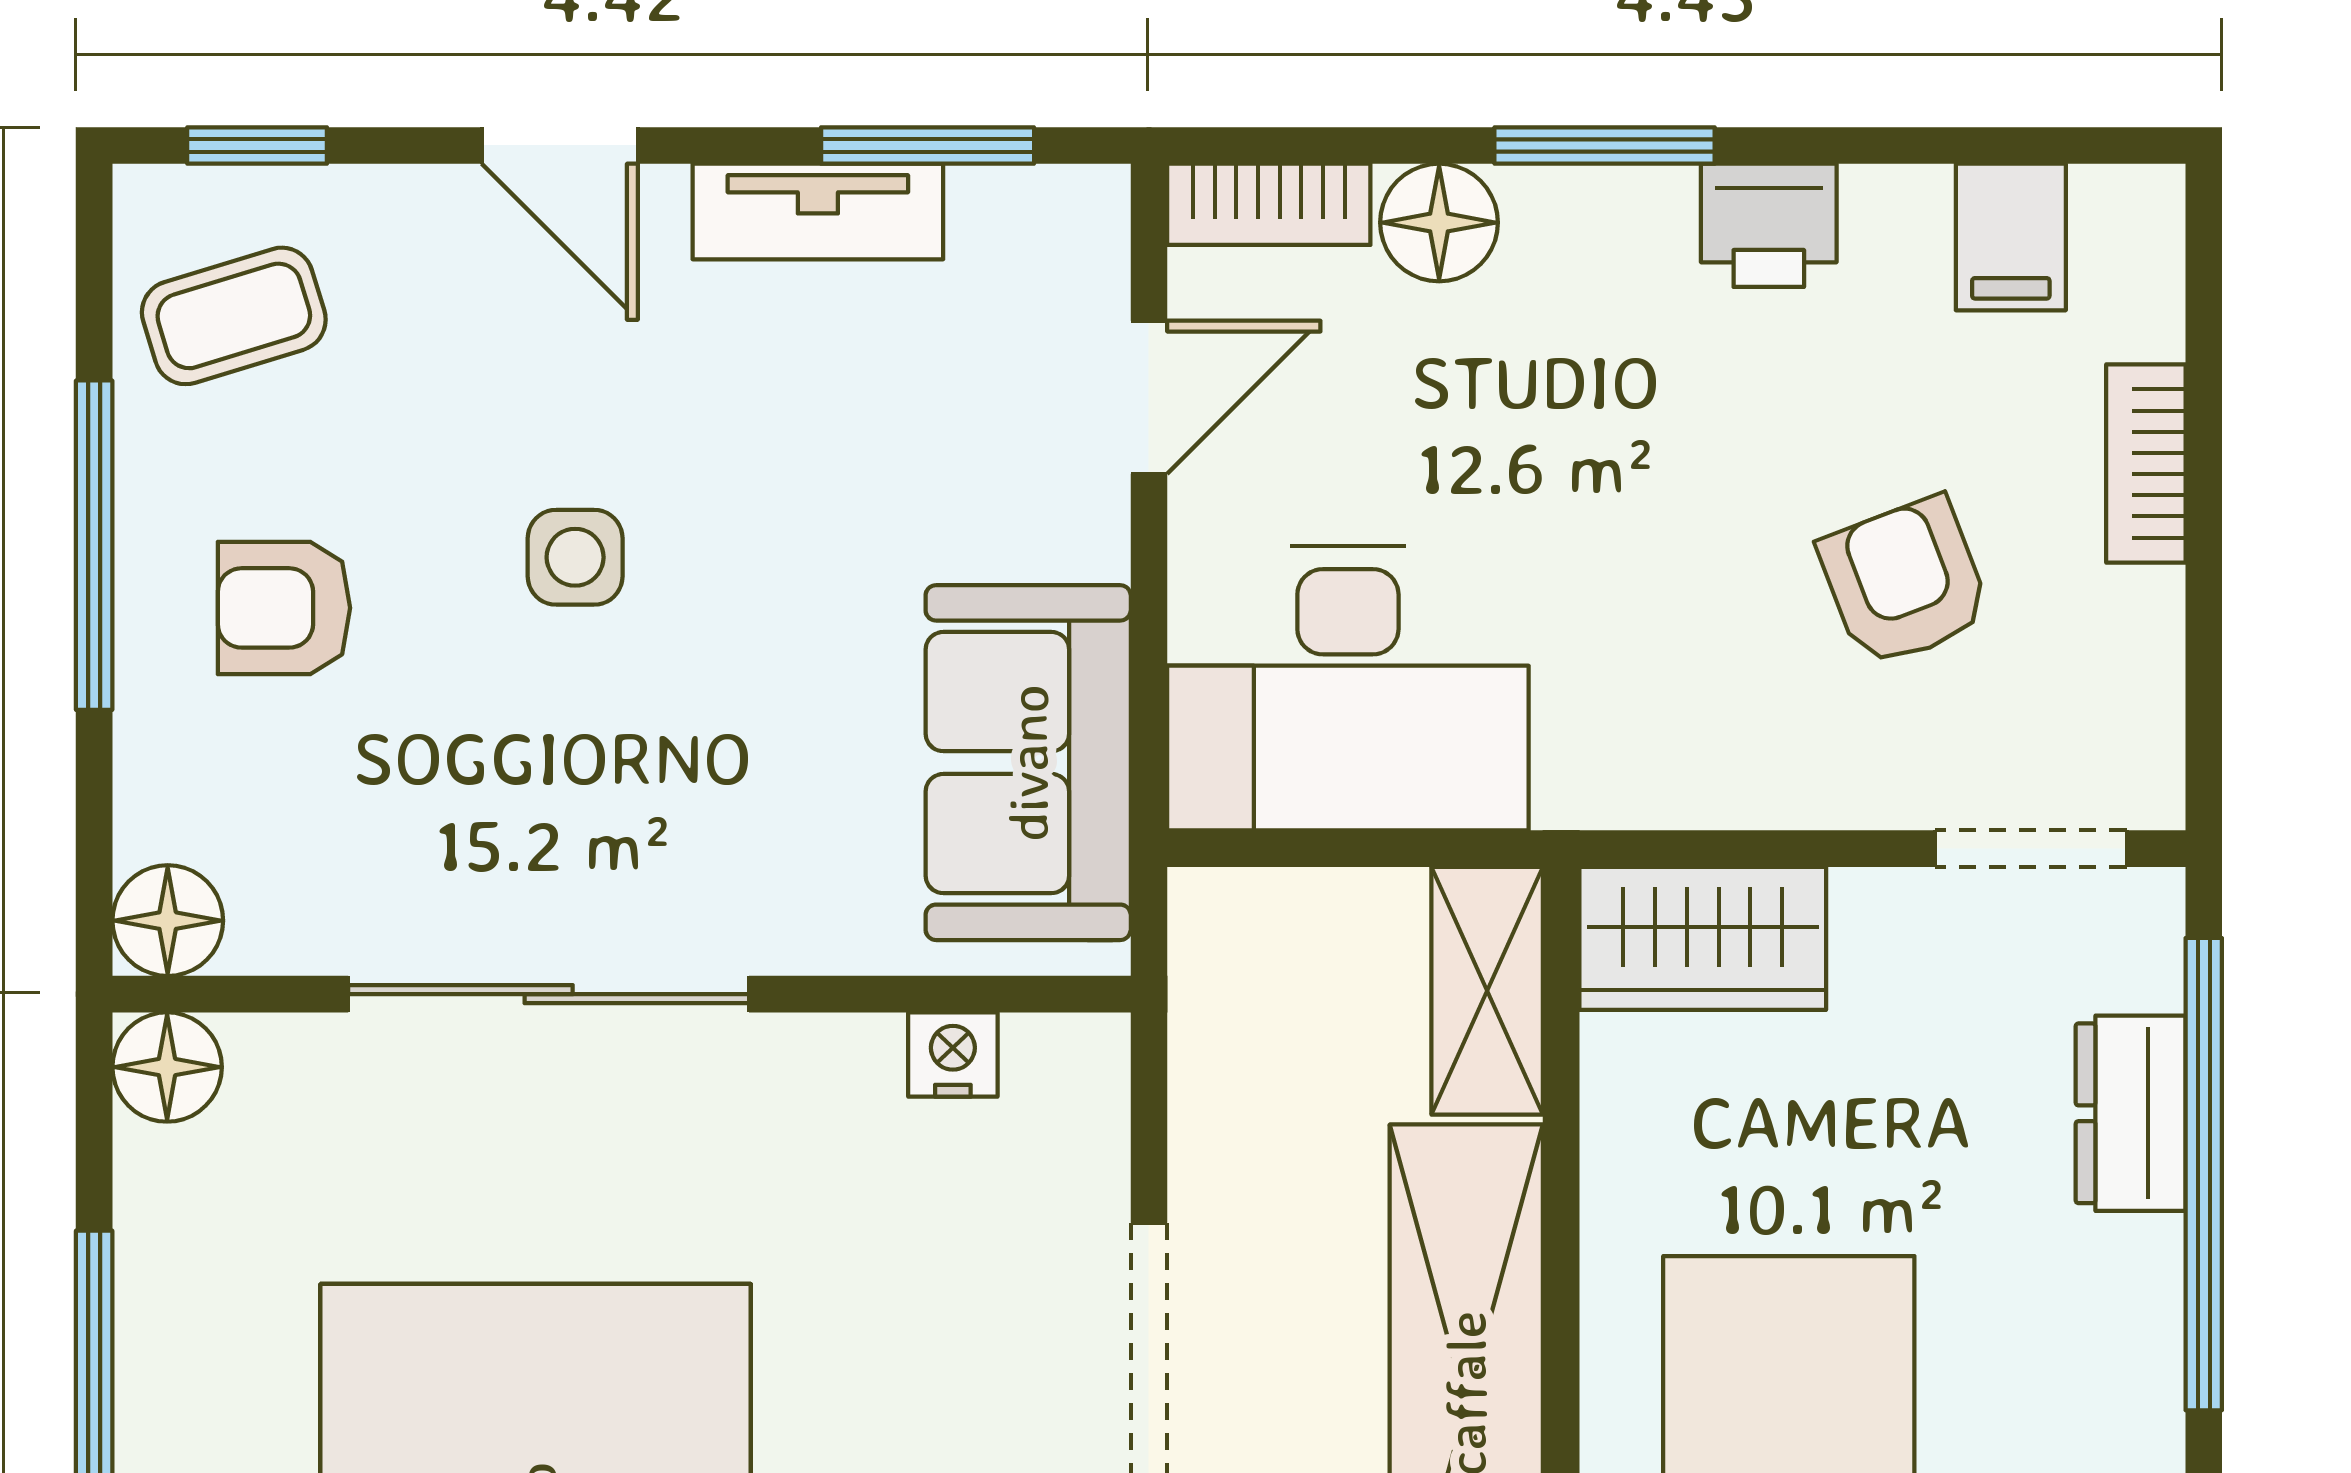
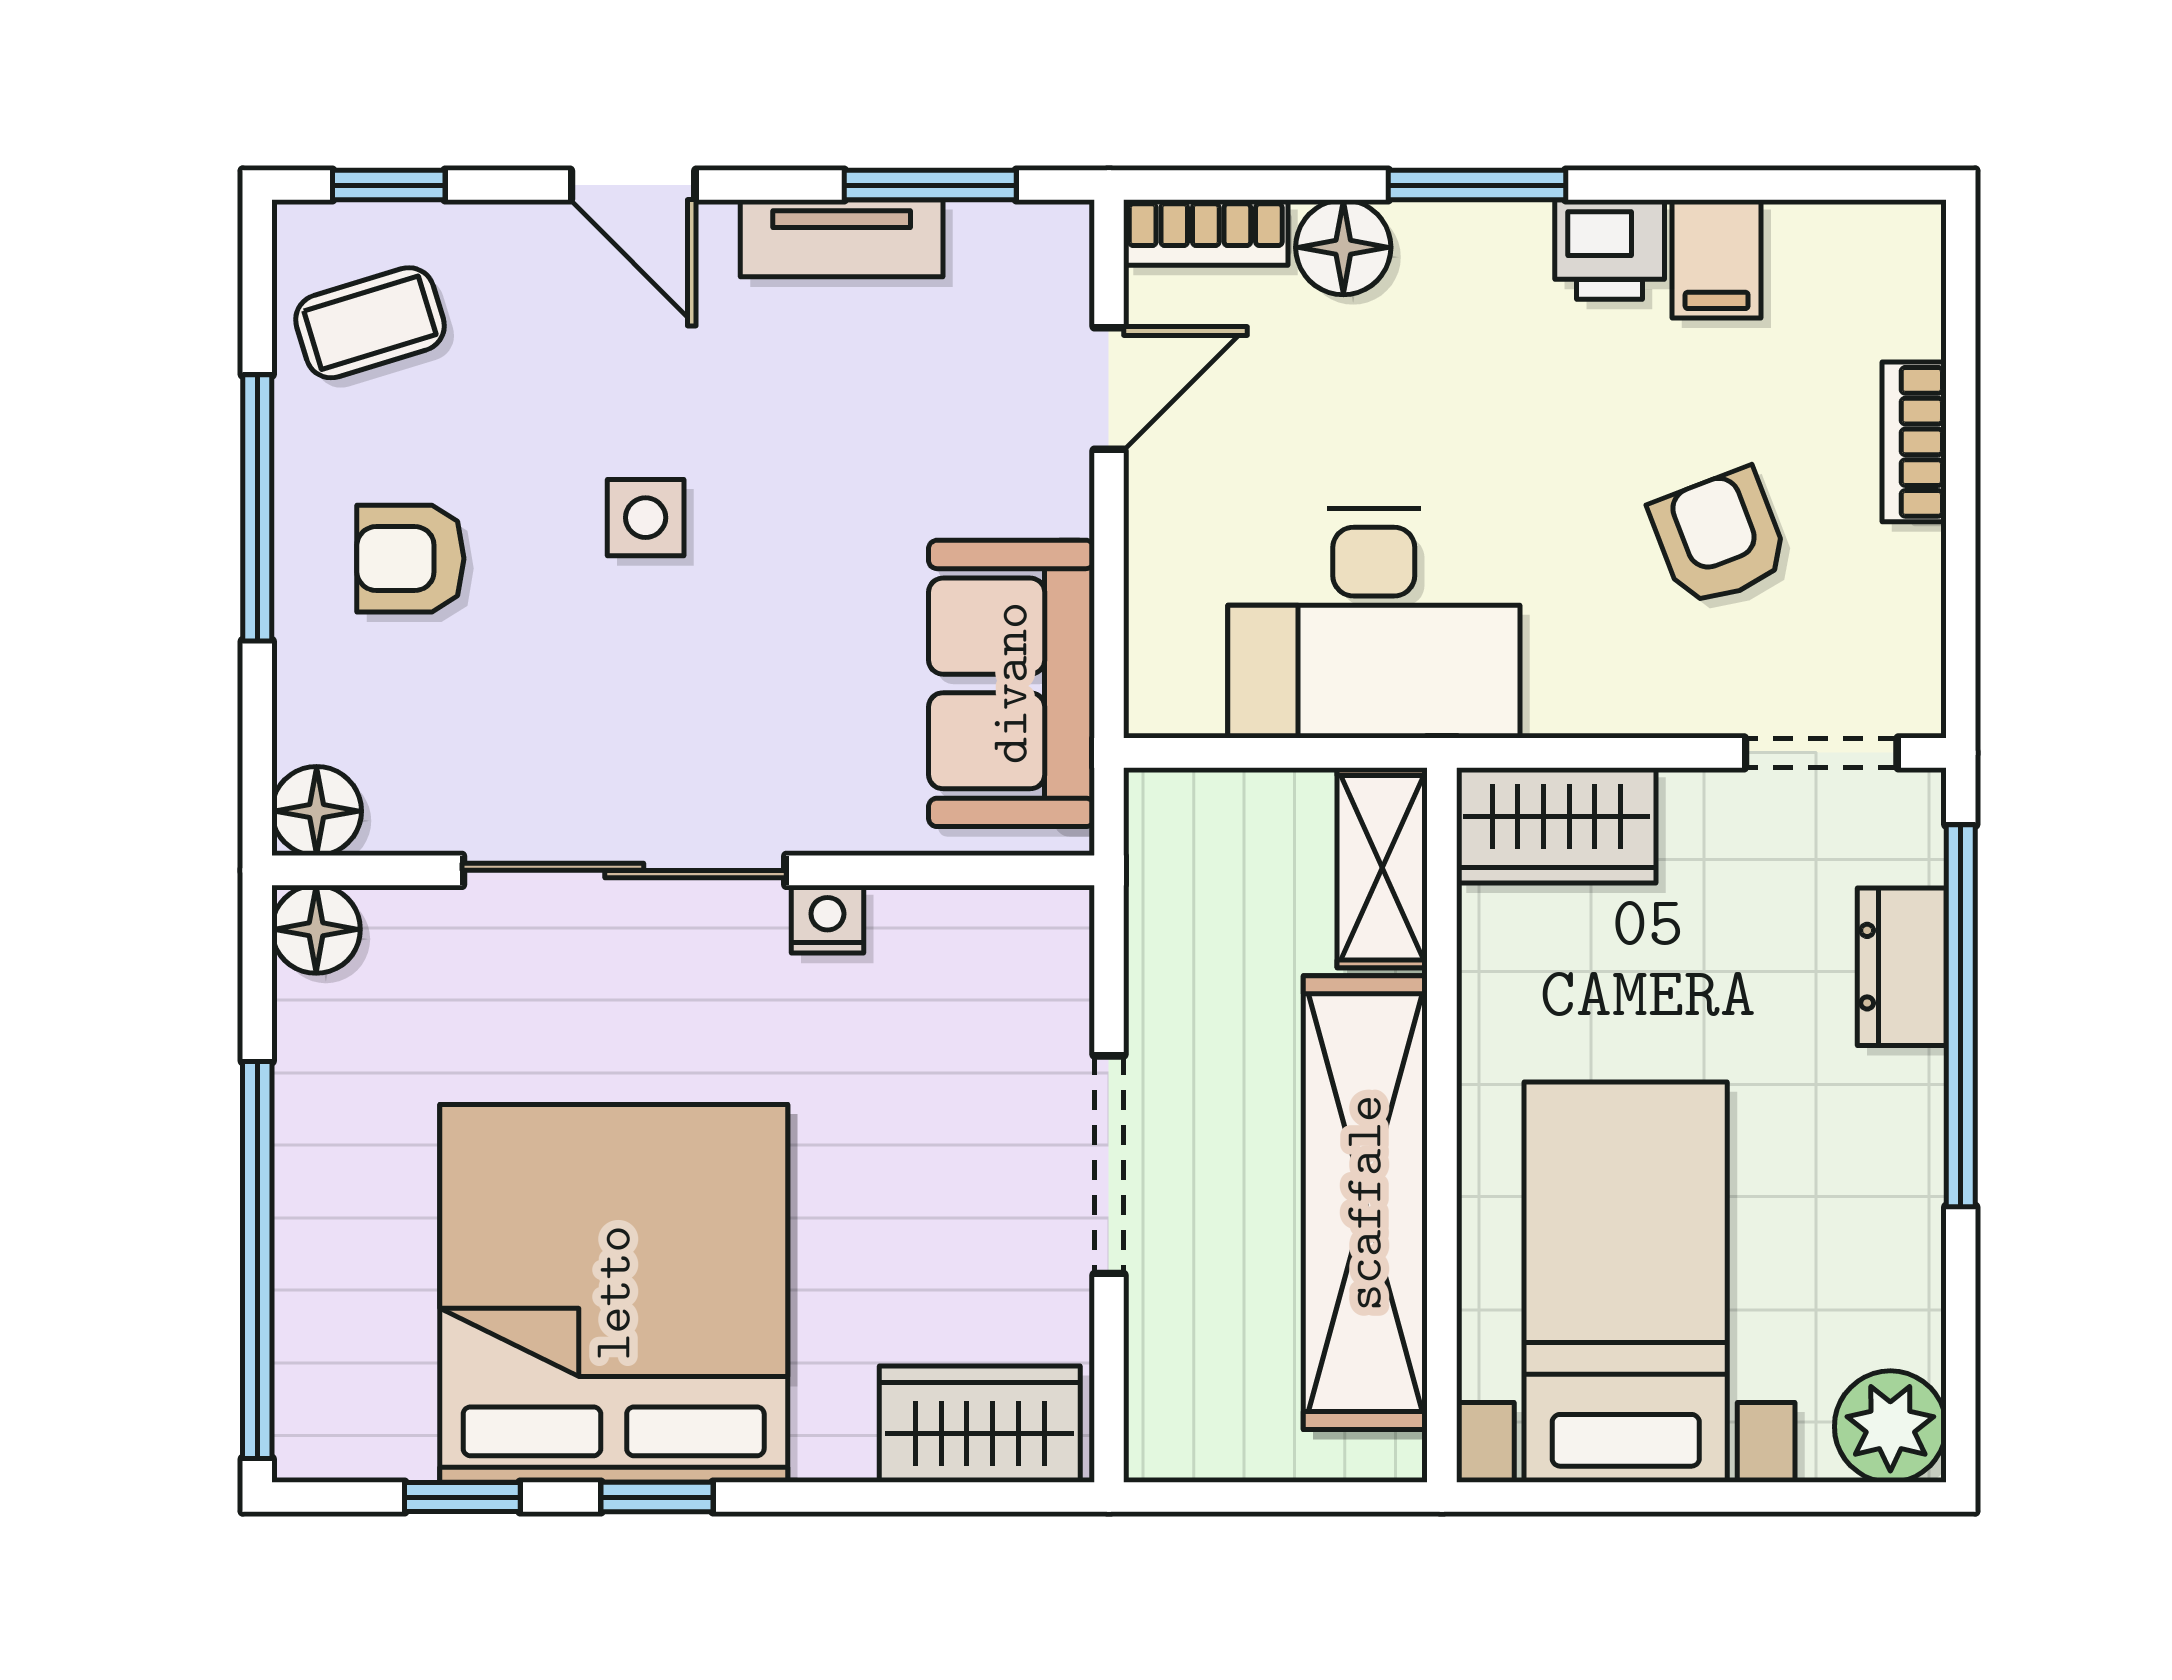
filing cabinet: (2011, 237) -> (1717, 259), moved
desk: (1348, 688) -> (1374, 624), moved
nightstand: (953, 1054) -> (827, 919), moved

